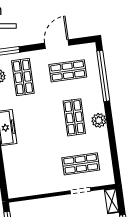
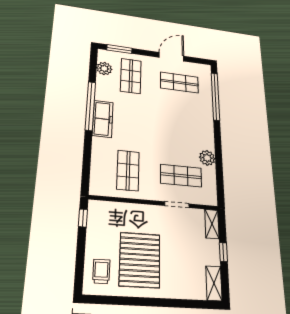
shop shelf: (74, 117) -> (128, 170), moved
plant: (99, 120) -> (207, 158), moved

